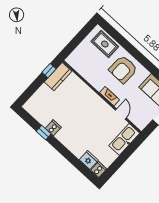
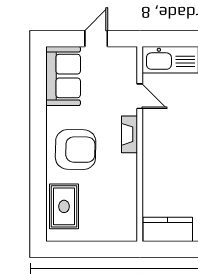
window: (49, 71) -> (171, 249), removed
door: (121, 114) -> (140, 96), swing flipped

